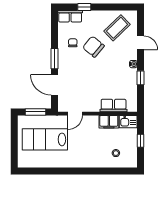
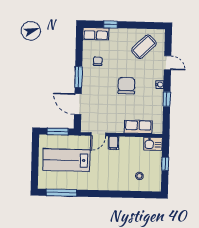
chair: (93, 47) -> (126, 86), moved, turned 50
filing cabinet: (109, 122) -> (113, 143), moved, width x0.50
window: (41, 171) -> (62, 193), added

